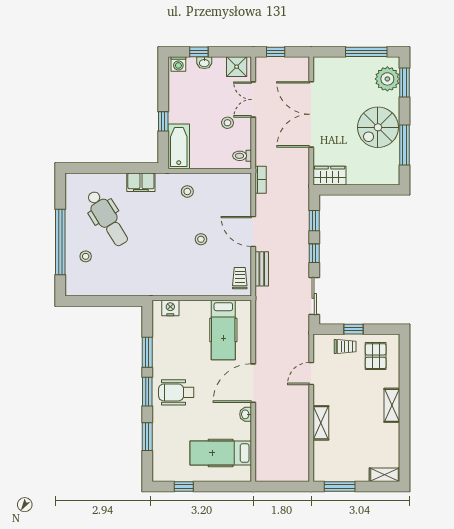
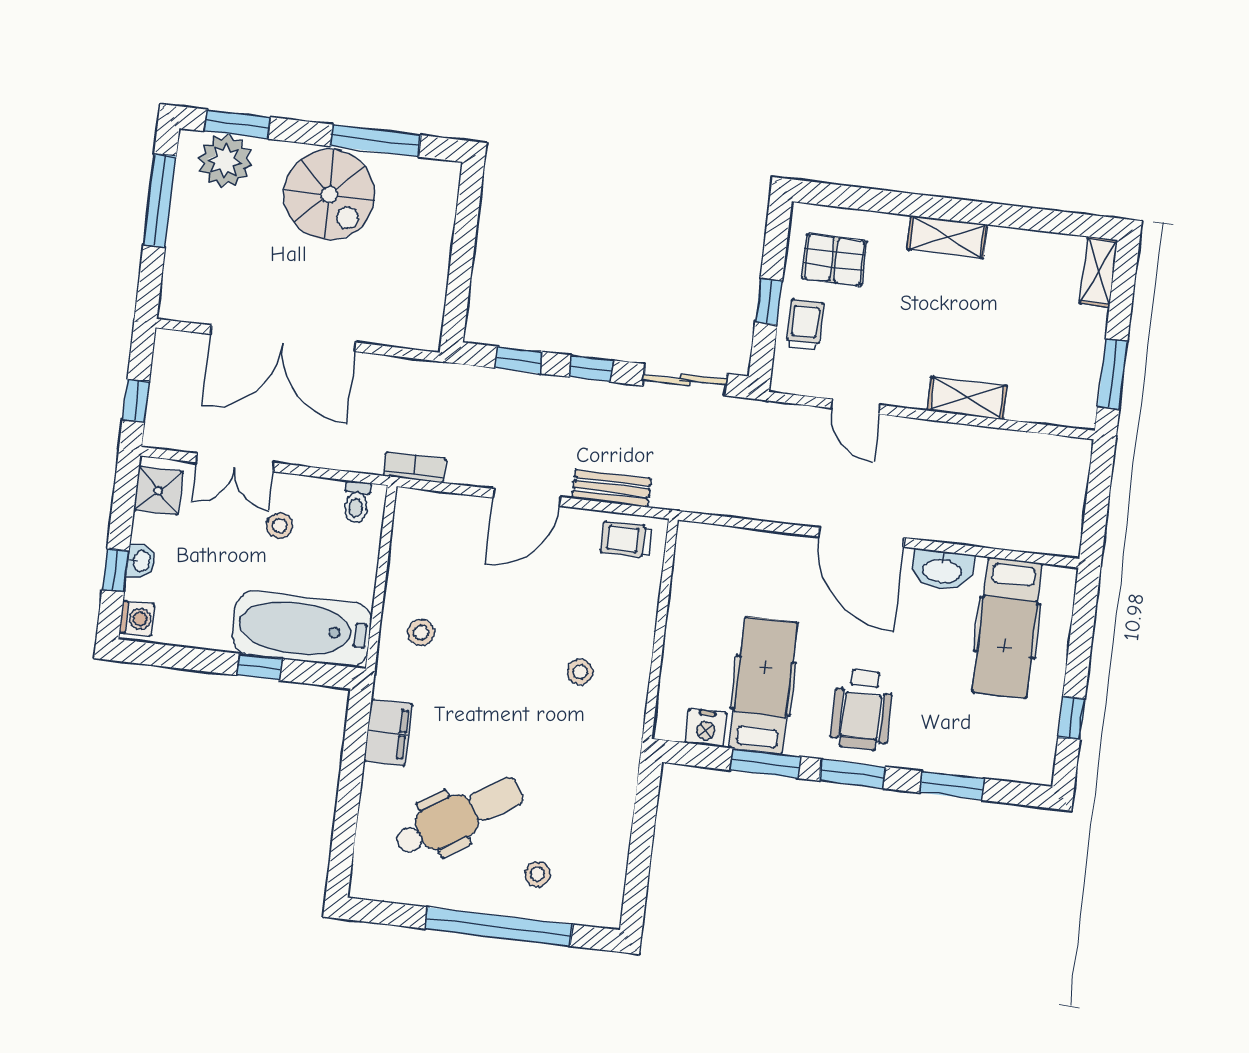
bathtub: (179, 146) -> (302, 629), width x1.36, depth x1.36
wardrobe: (330, 176) -> (423, 314), removed
stool: (201, 239) -> (580, 672), moved
nightstand: (170, 308) -> (706, 728), moved, turned -90
hospital bed: (223, 330) -> (763, 685), moved, turned -90
washbasin: (246, 414) -> (942, 570), width x1.91, depth x1.45

